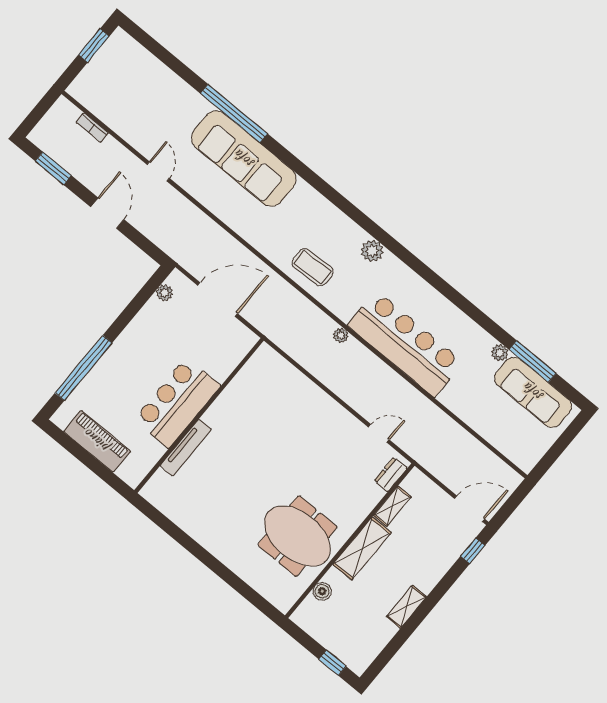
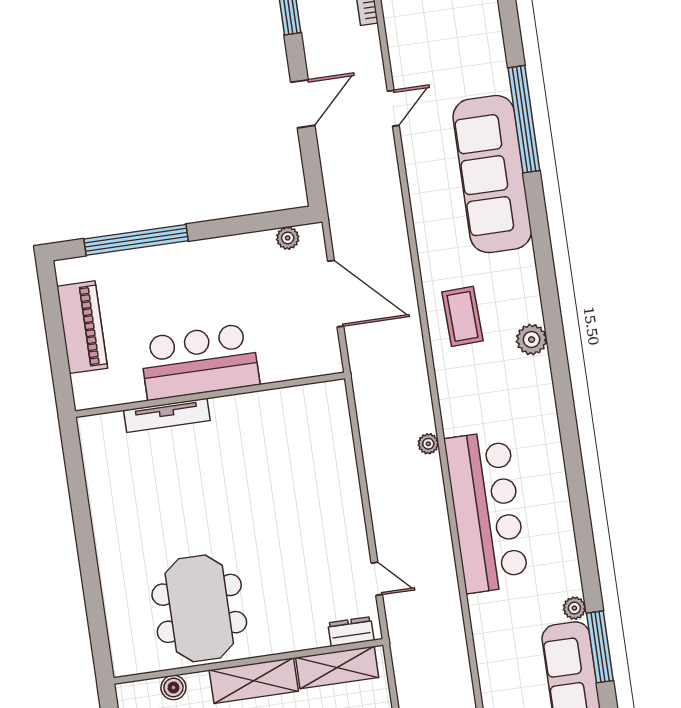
plant: (372, 251) -> (532, 340), moved
coffee table: (313, 267) -> (462, 316), moved
shelving: (392, 506) -> (337, 667), width x1.50, depth x1.33

